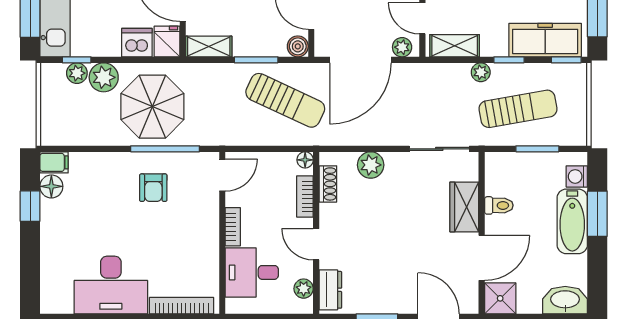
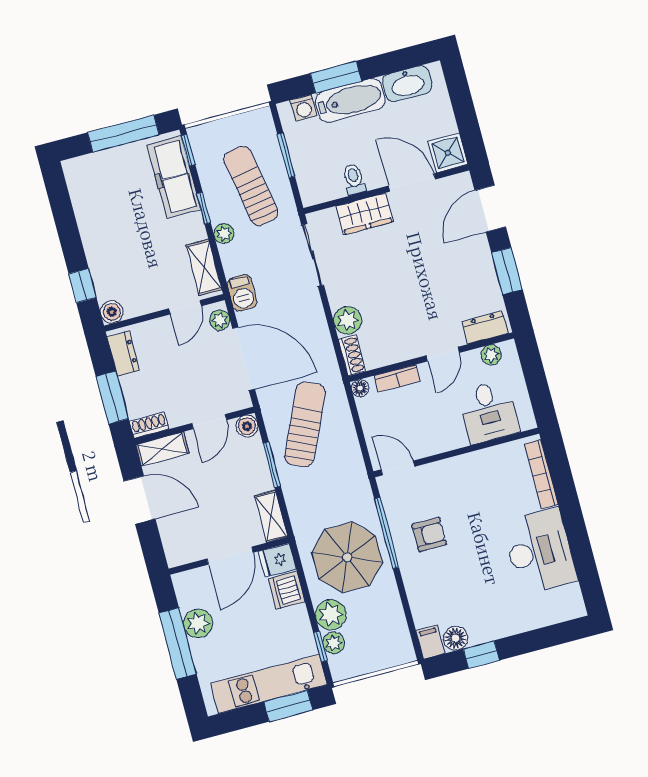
barbecue: (422, 75) -> (242, 293), added
shoe rack: (328, 184) -> (352, 355), moved, turned 90
bookcase: (233, 227) -> (447, 443), removed
washbasin: (565, 300) -> (407, 84), moved, turned -90

